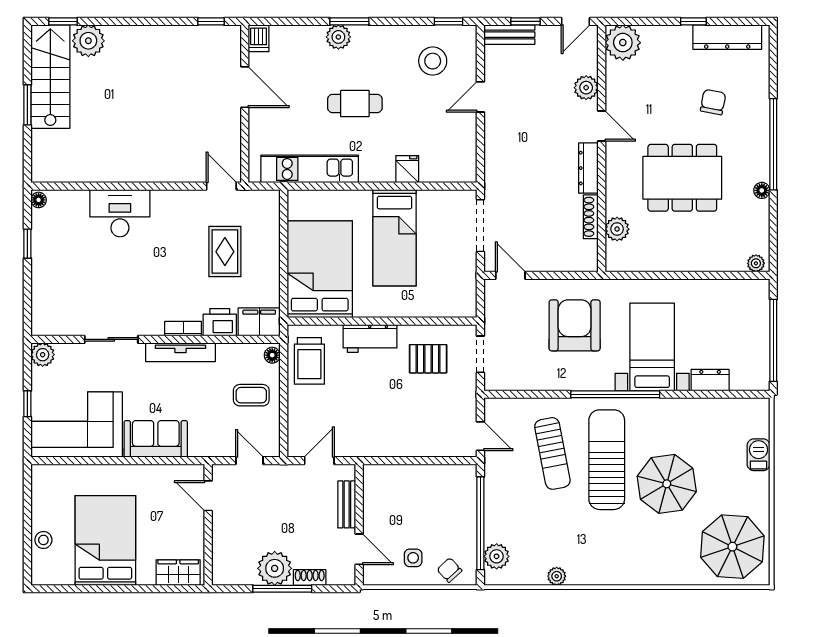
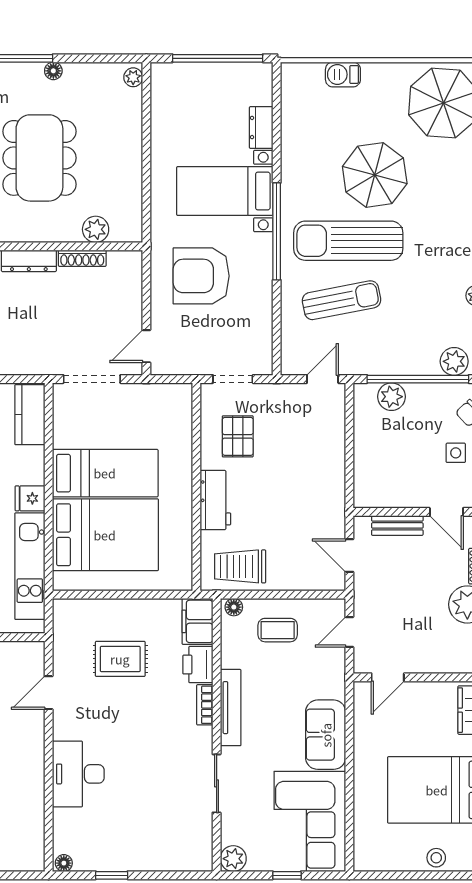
fridge: (407, 169) -> (30, 498), moved
kitchen counter: (448, 169) -> (30, 415), added
door: (221, 186) -> (49, 693), moved
bed: (320, 269) -> (105, 535), moved, turned 180
trolley: (309, 361) -> (240, 566), turned 180
coffee table: (251, 395) -> (278, 630), turned 90
plant: (464, 499) -> (391, 397), added
door: (359, 549) -> (446, 512), swing flipped

